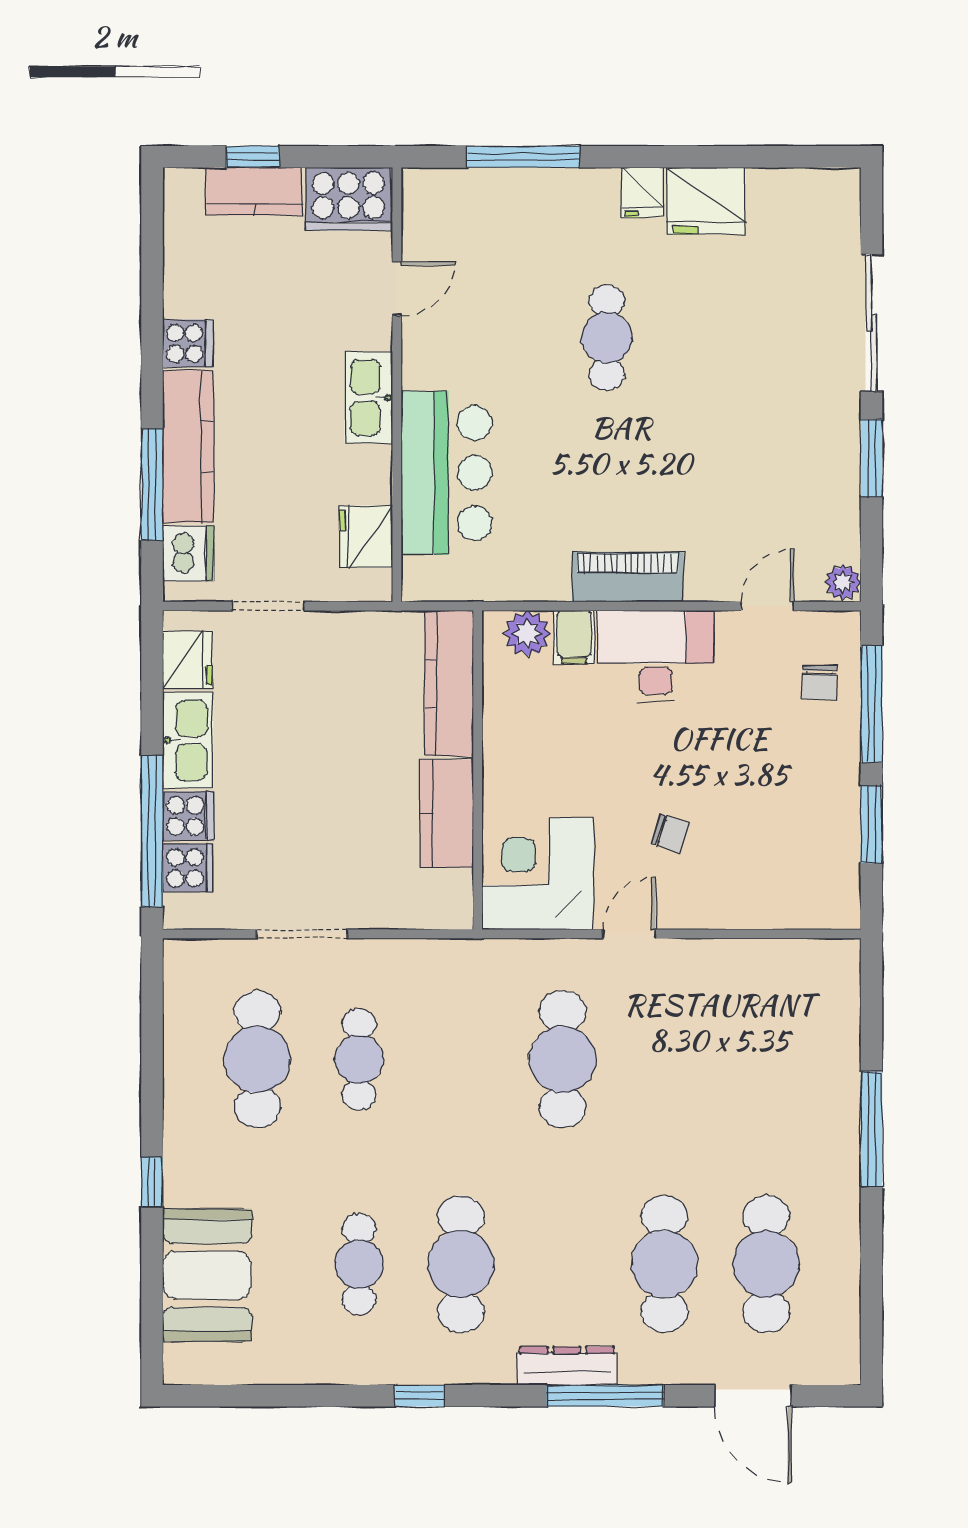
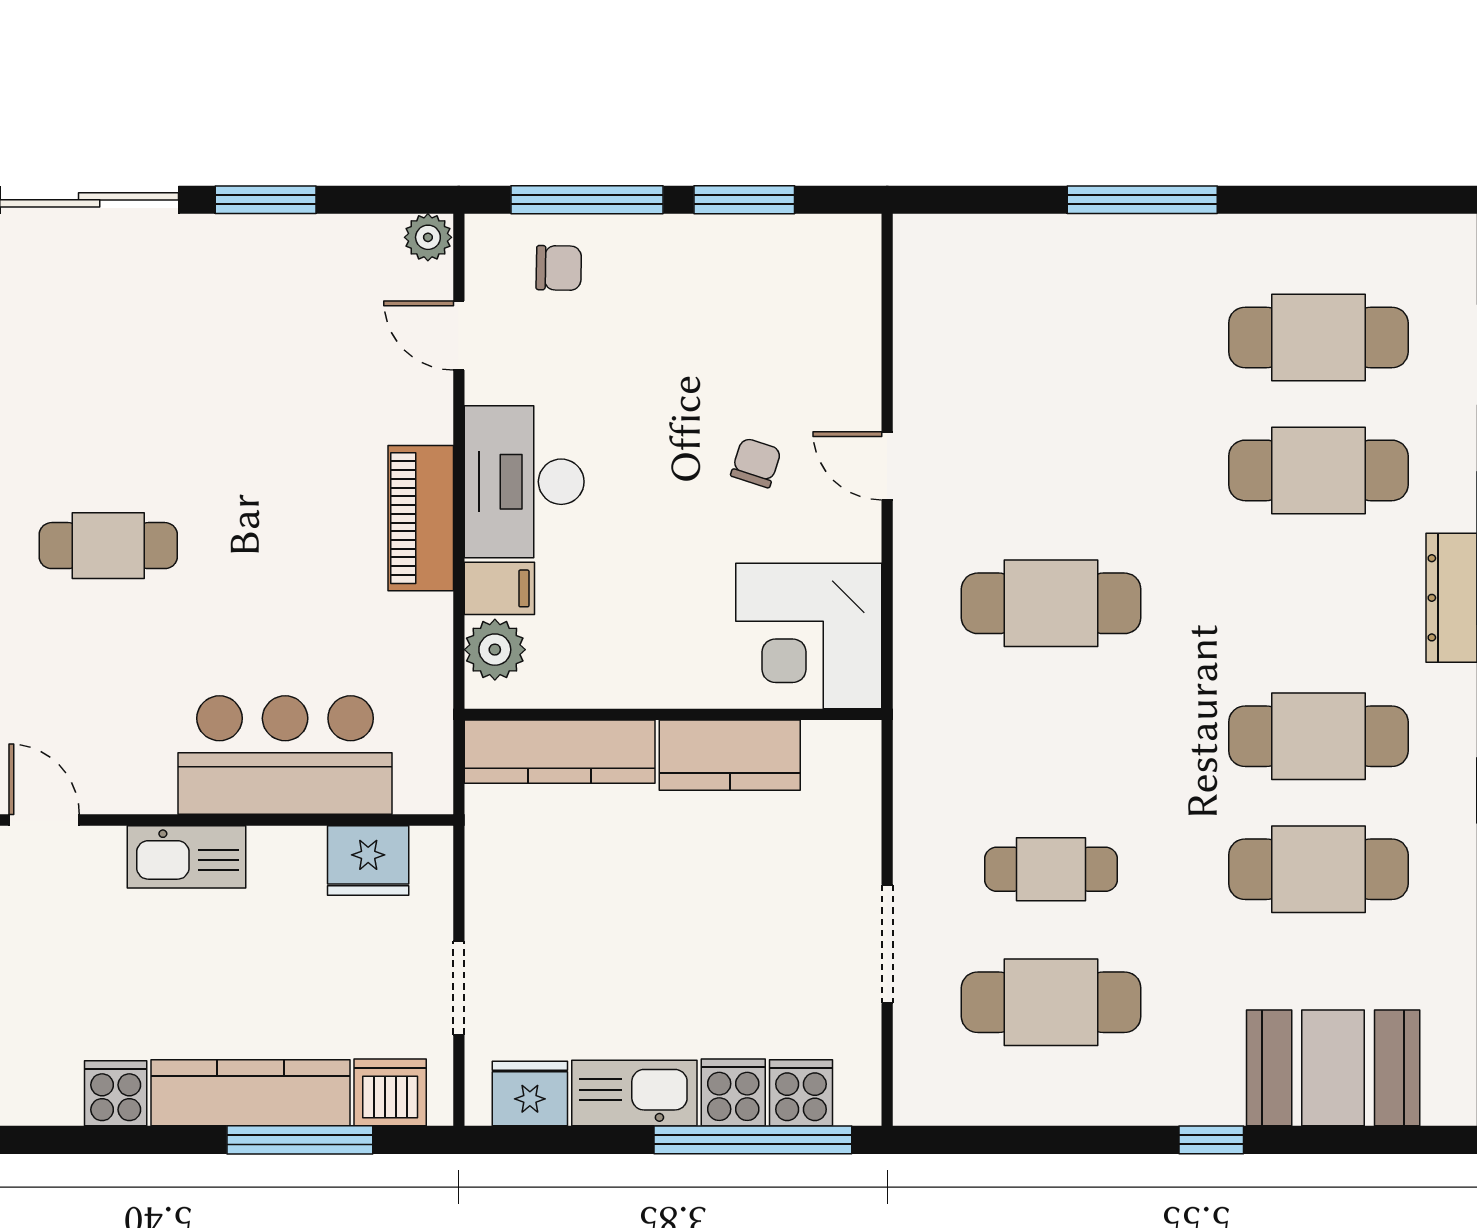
door: (629, 934) -> (887, 466), moved
cafe table: (359, 1264) -> (1318, 869), width x1.37, depth x1.35

